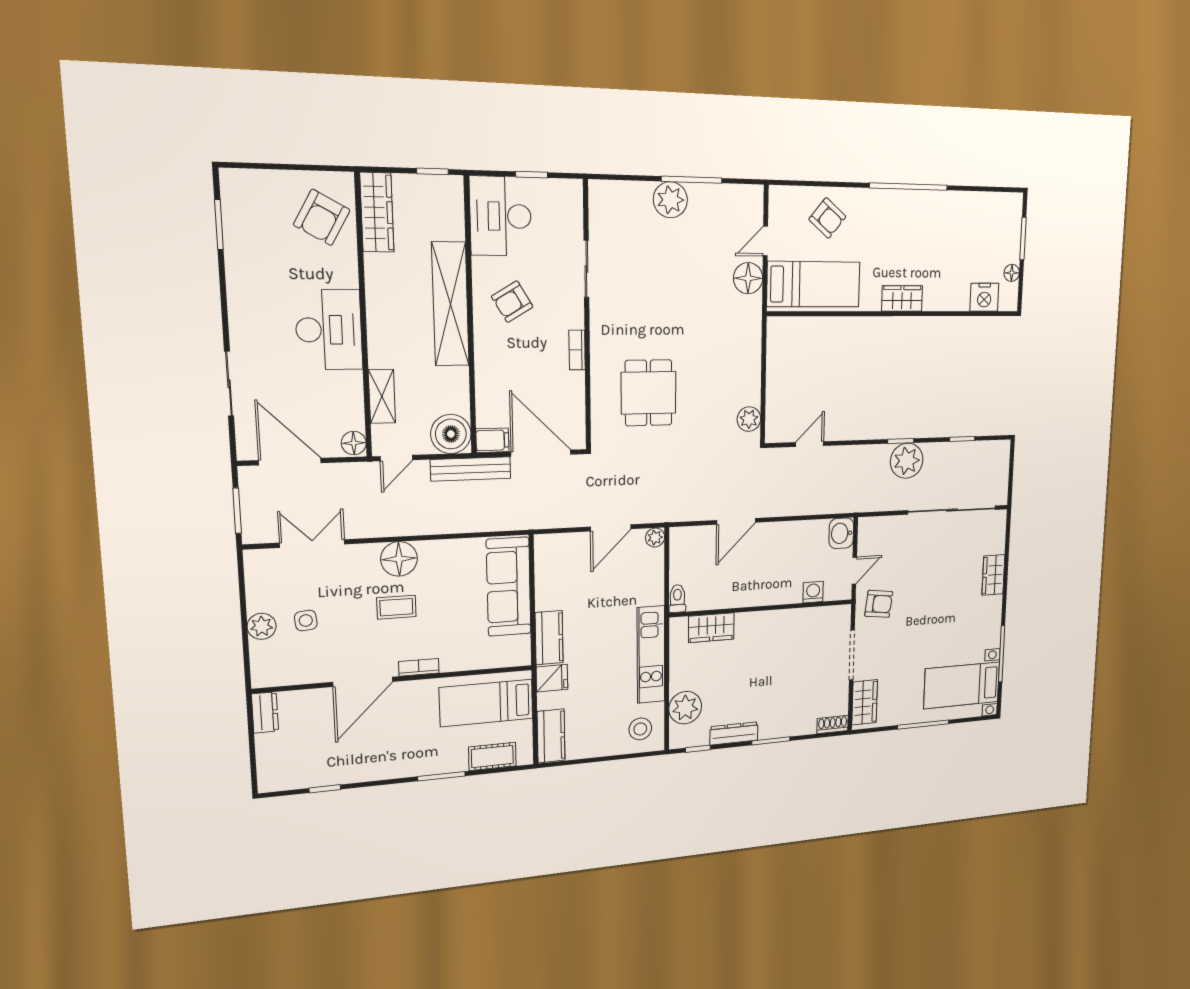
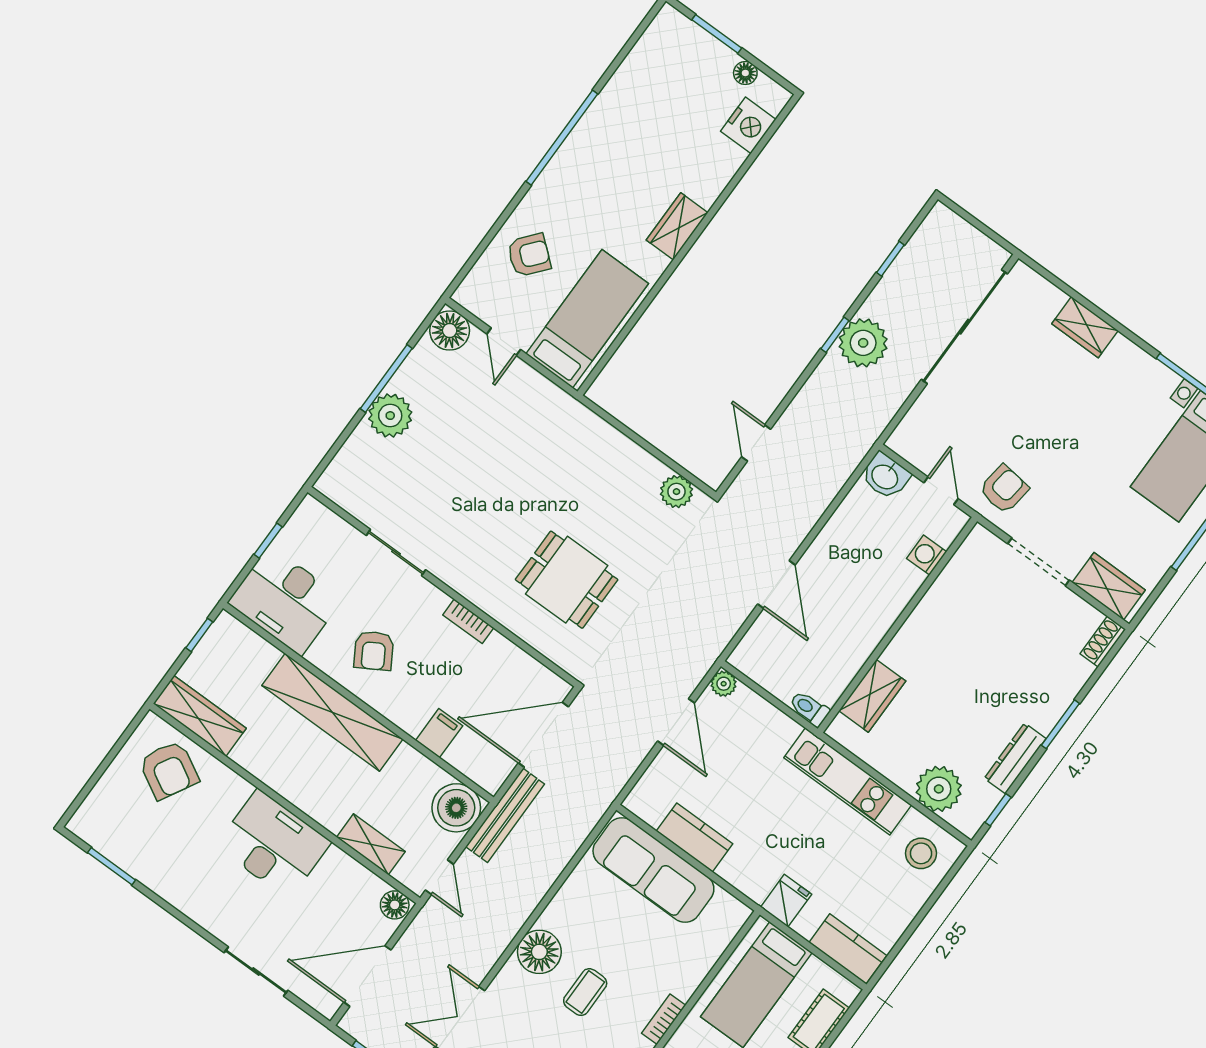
floor lamp: (748, 278) -> (450, 330), moved
filing cabinet: (492, 440) -> (439, 733), moved
kitchen counter: (549, 638) -> (695, 837), moved

